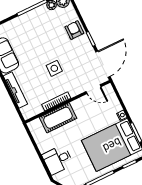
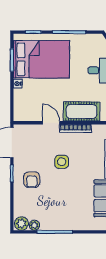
armchair: (74, 30) -> (32, 180), moved
door: (93, 89) -> (51, 123), moved

